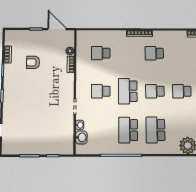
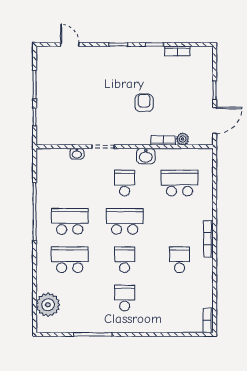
school desk: (101, 53) -> (179, 183), width x1.85
armchair: (33, 62) -> (144, 103), moved
washbasin: (81, 137) -> (146, 156), moved

